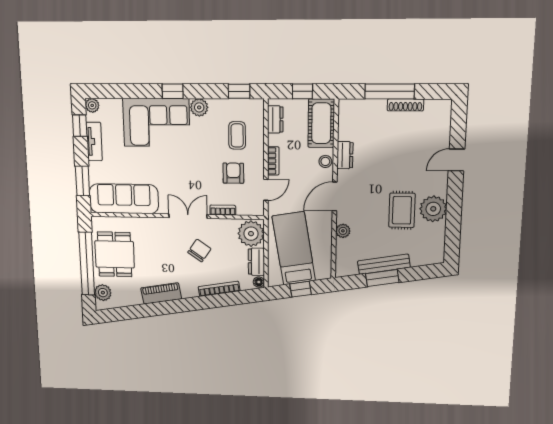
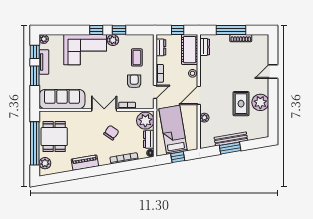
window: (239, 91) -> (119, 30), moved
dresser: (345, 155) -> (205, 47), moved
window: (83, 181) -> (35, 76), moved

